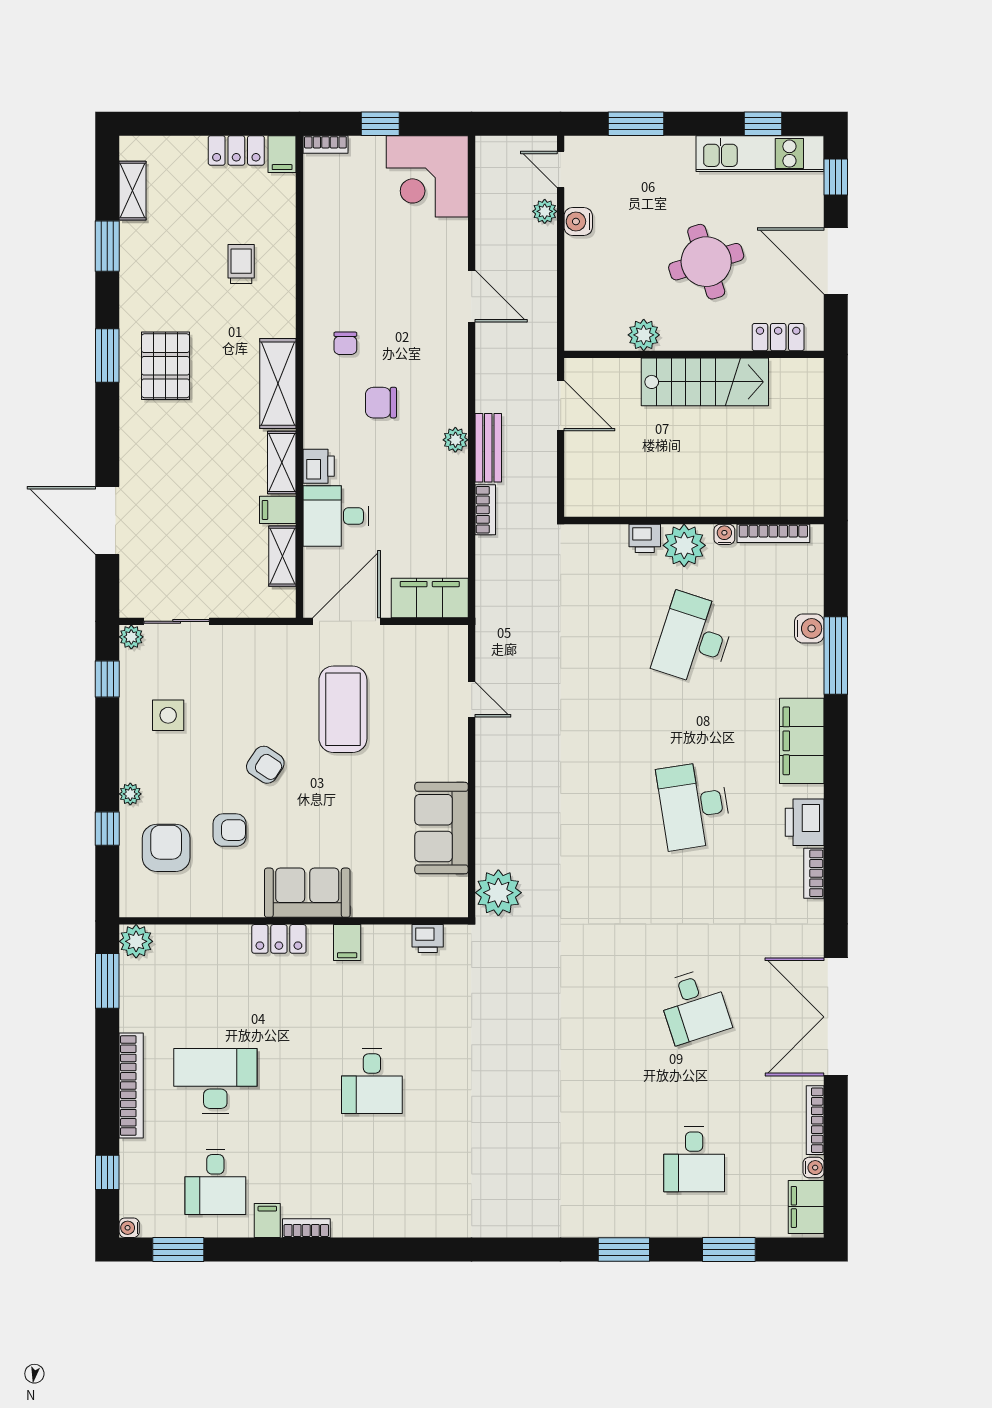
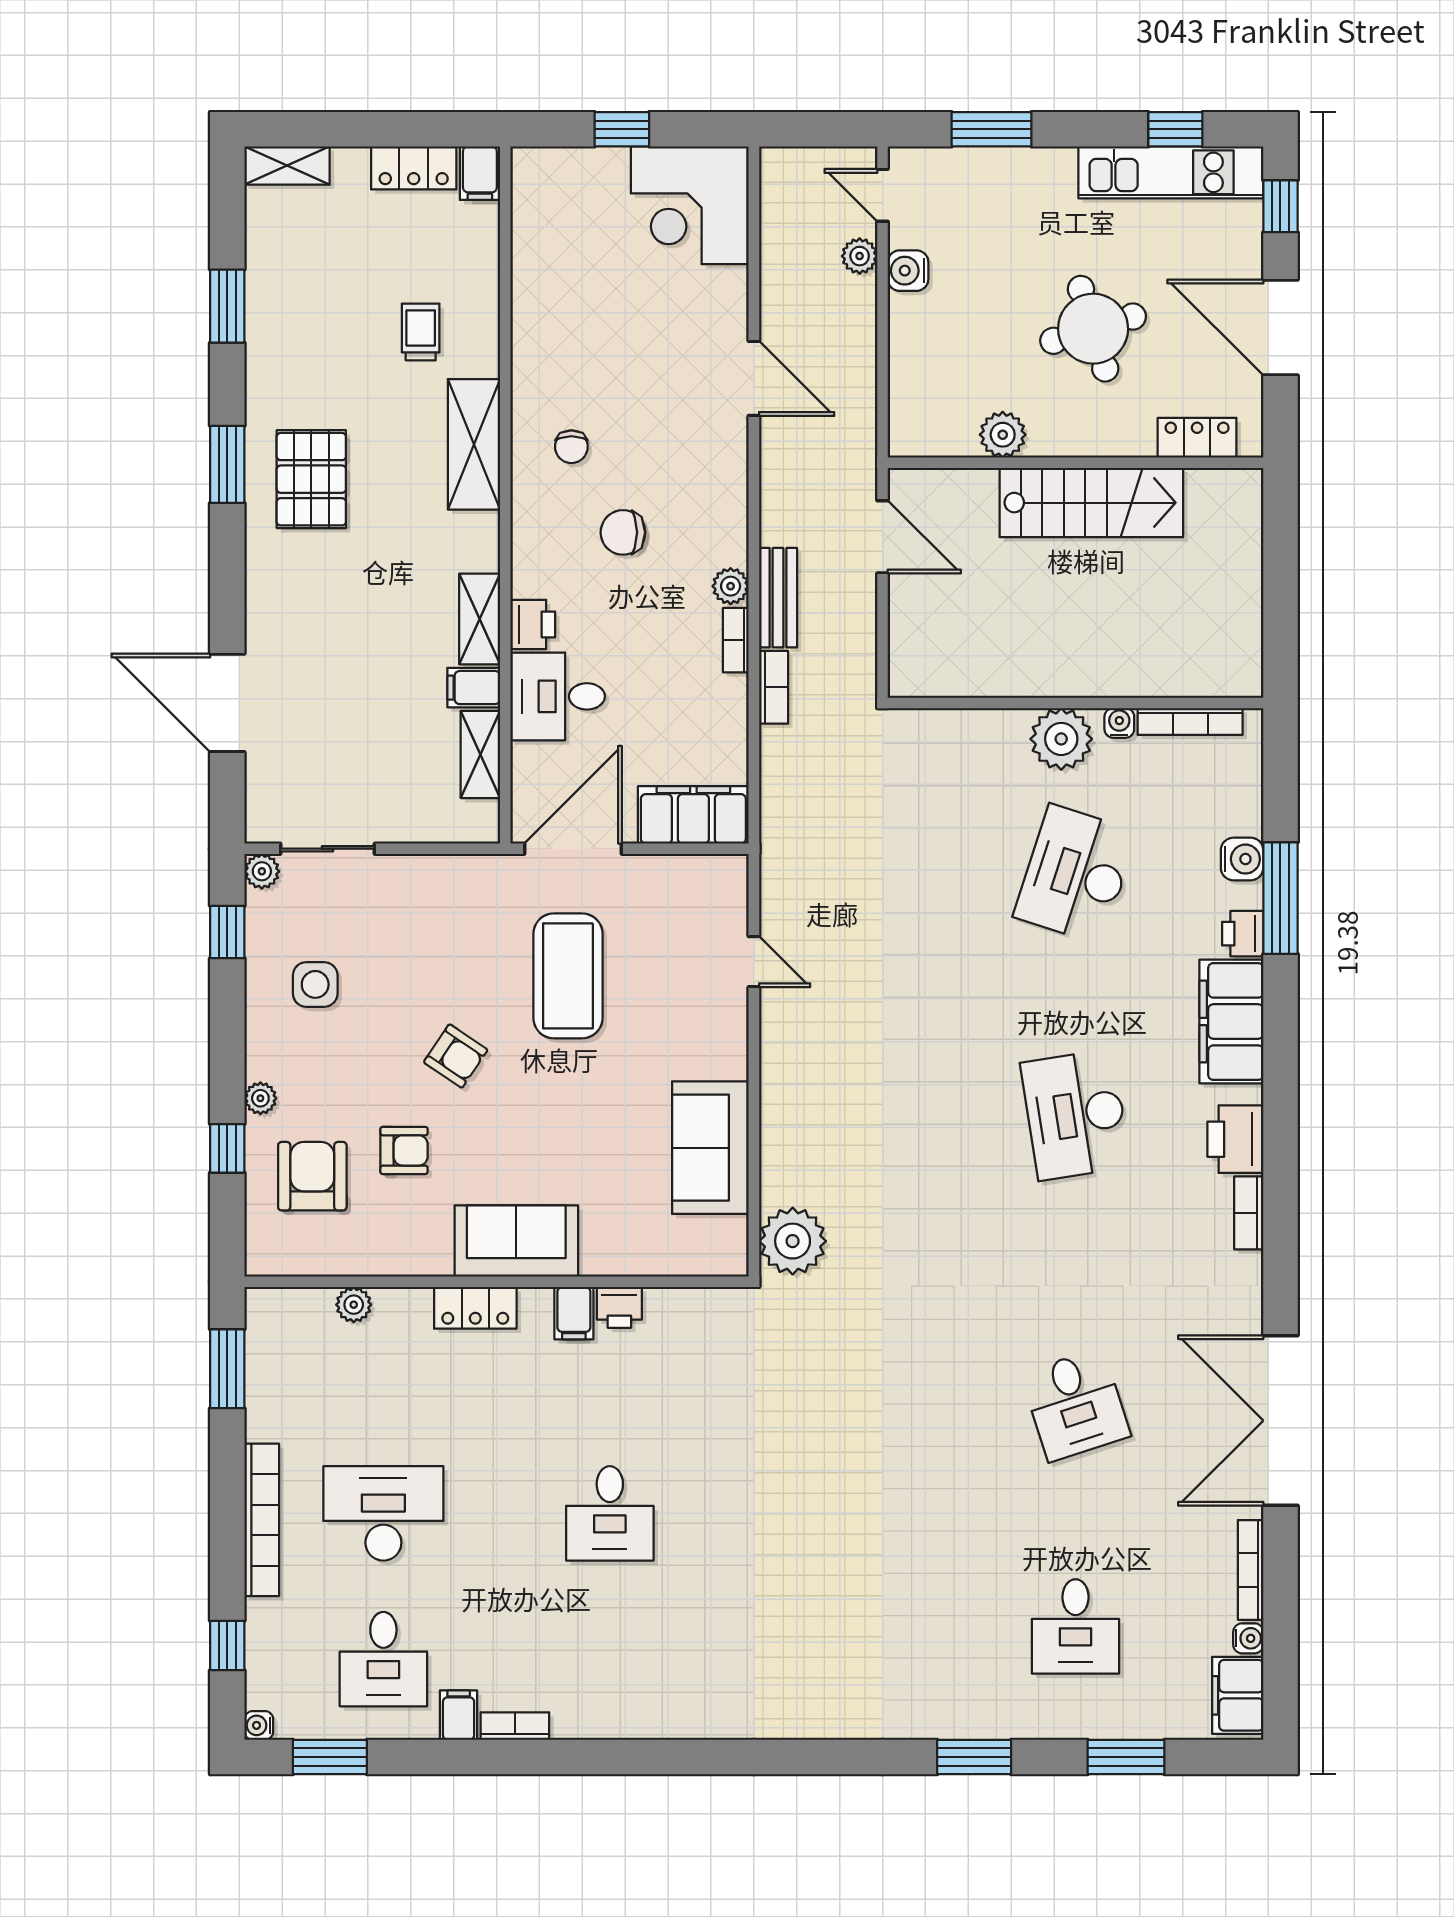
bookcase: (325, 144) -> (736, 640), moved, turned 90
shelving: (132, 191) -> (287, 166), moved, turned 90
shelving: (278, 384) -> (474, 444), moved
printer: (645, 538) -> (1243, 934), moved, turned 90
printer: (428, 939) -> (619, 1307), moved
plant: (136, 941) -> (354, 1305), moved, width x0.73, depth x0.73

